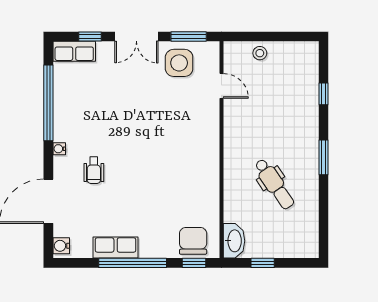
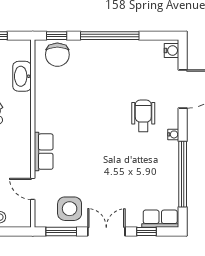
wheelchair: (94, 170) -> (143, 116), width x1.36, depth x1.37
washbasin: (234, 241) -> (22, 76), moved
row of seats: (116, 248) -> (44, 152), moved, turned -90

